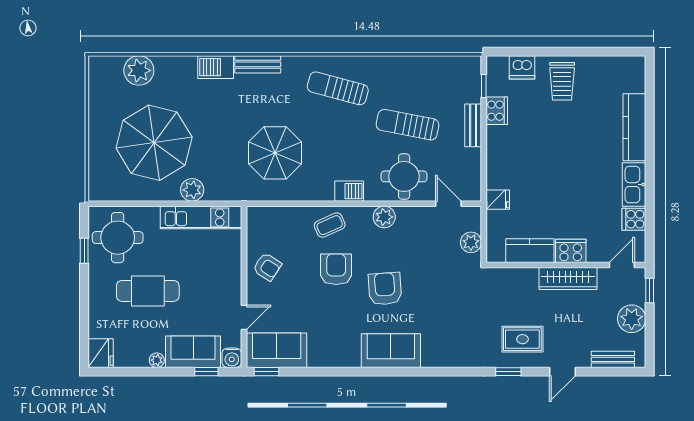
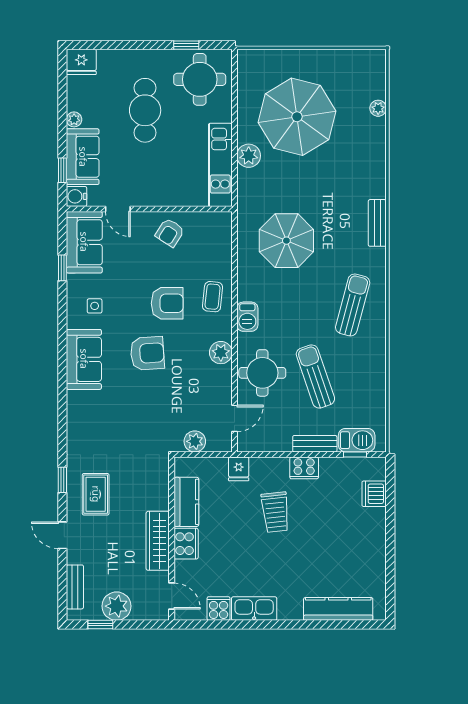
barbecue: (216, 67) -> (357, 440), moved, turned 90
plant: (139, 70) -> (378, 108), width x0.53, depth x0.53
trolley: (562, 81) -> (275, 512), moved, turned -96
cooker: (497, 111) -> (304, 468), moved
sun lounger: (408, 125) -> (315, 376), turned -30
kitchen counter: (634, 127) -> (338, 609), moved
coffee table: (330, 225) -> (213, 297), turned 30
window: (650, 290) -> (100, 625), moved
side table: (339, 340) -> (95, 306), added
window: (267, 372) -> (62, 268), moved

